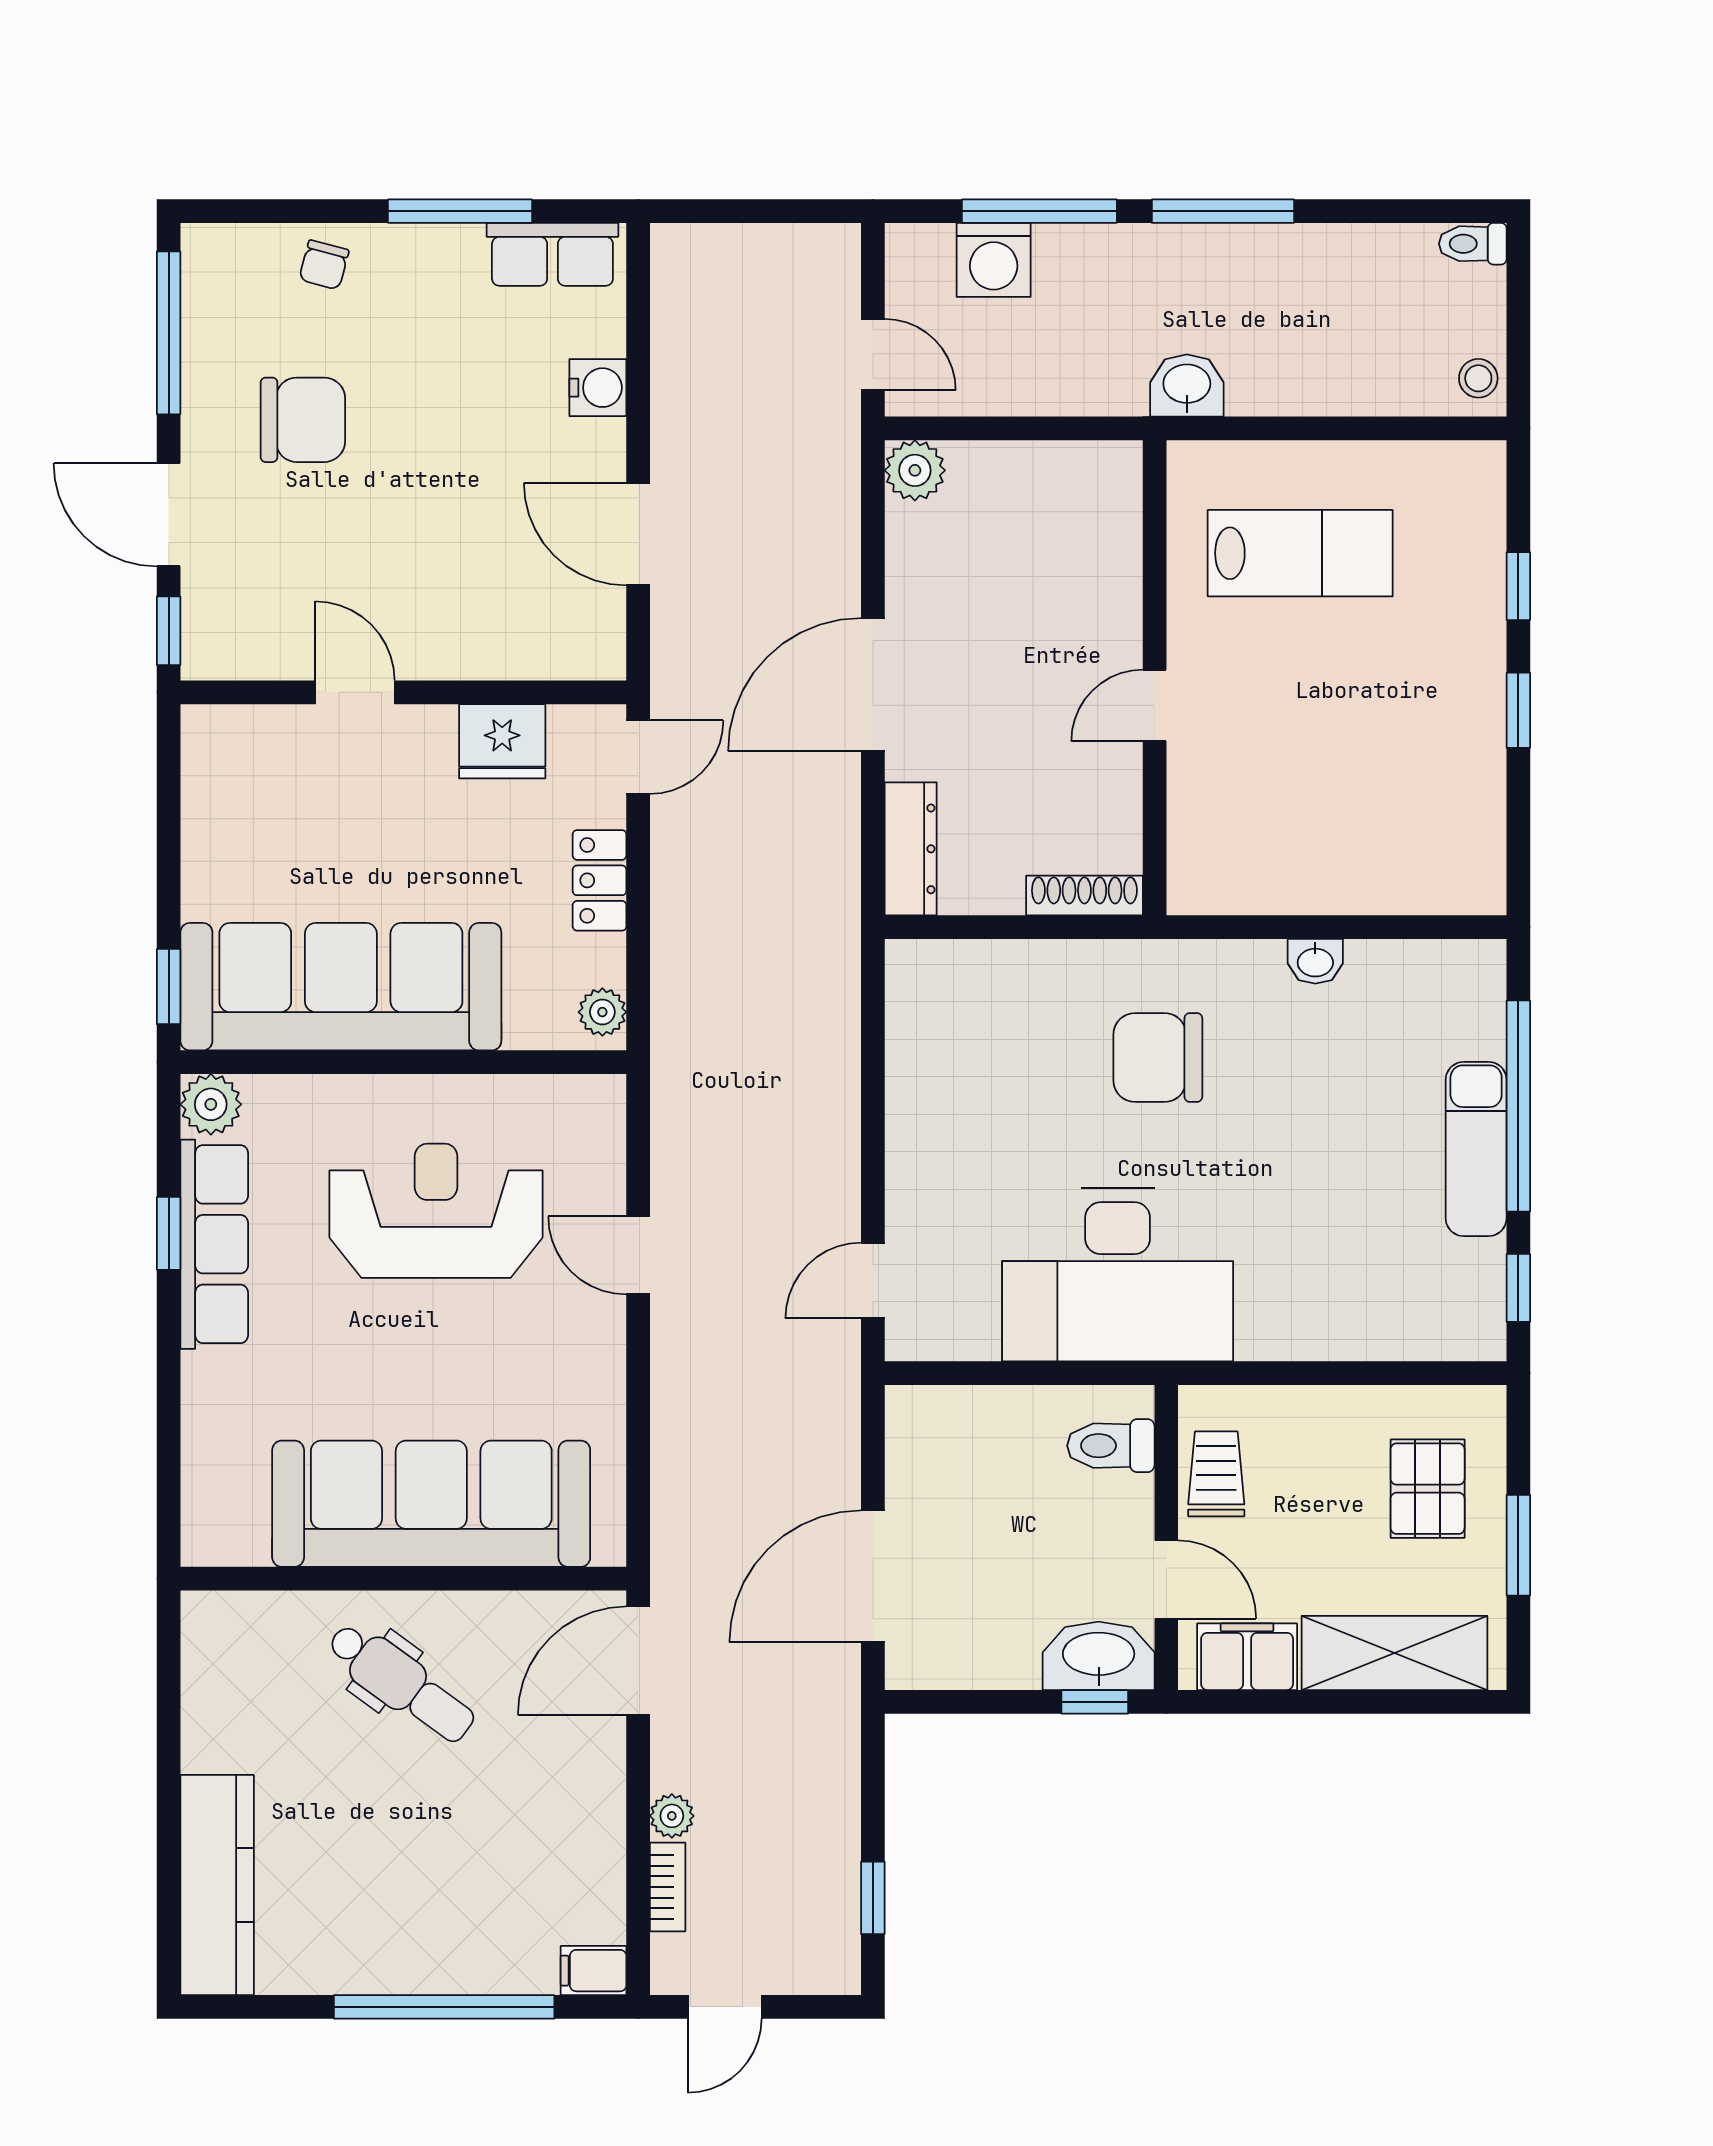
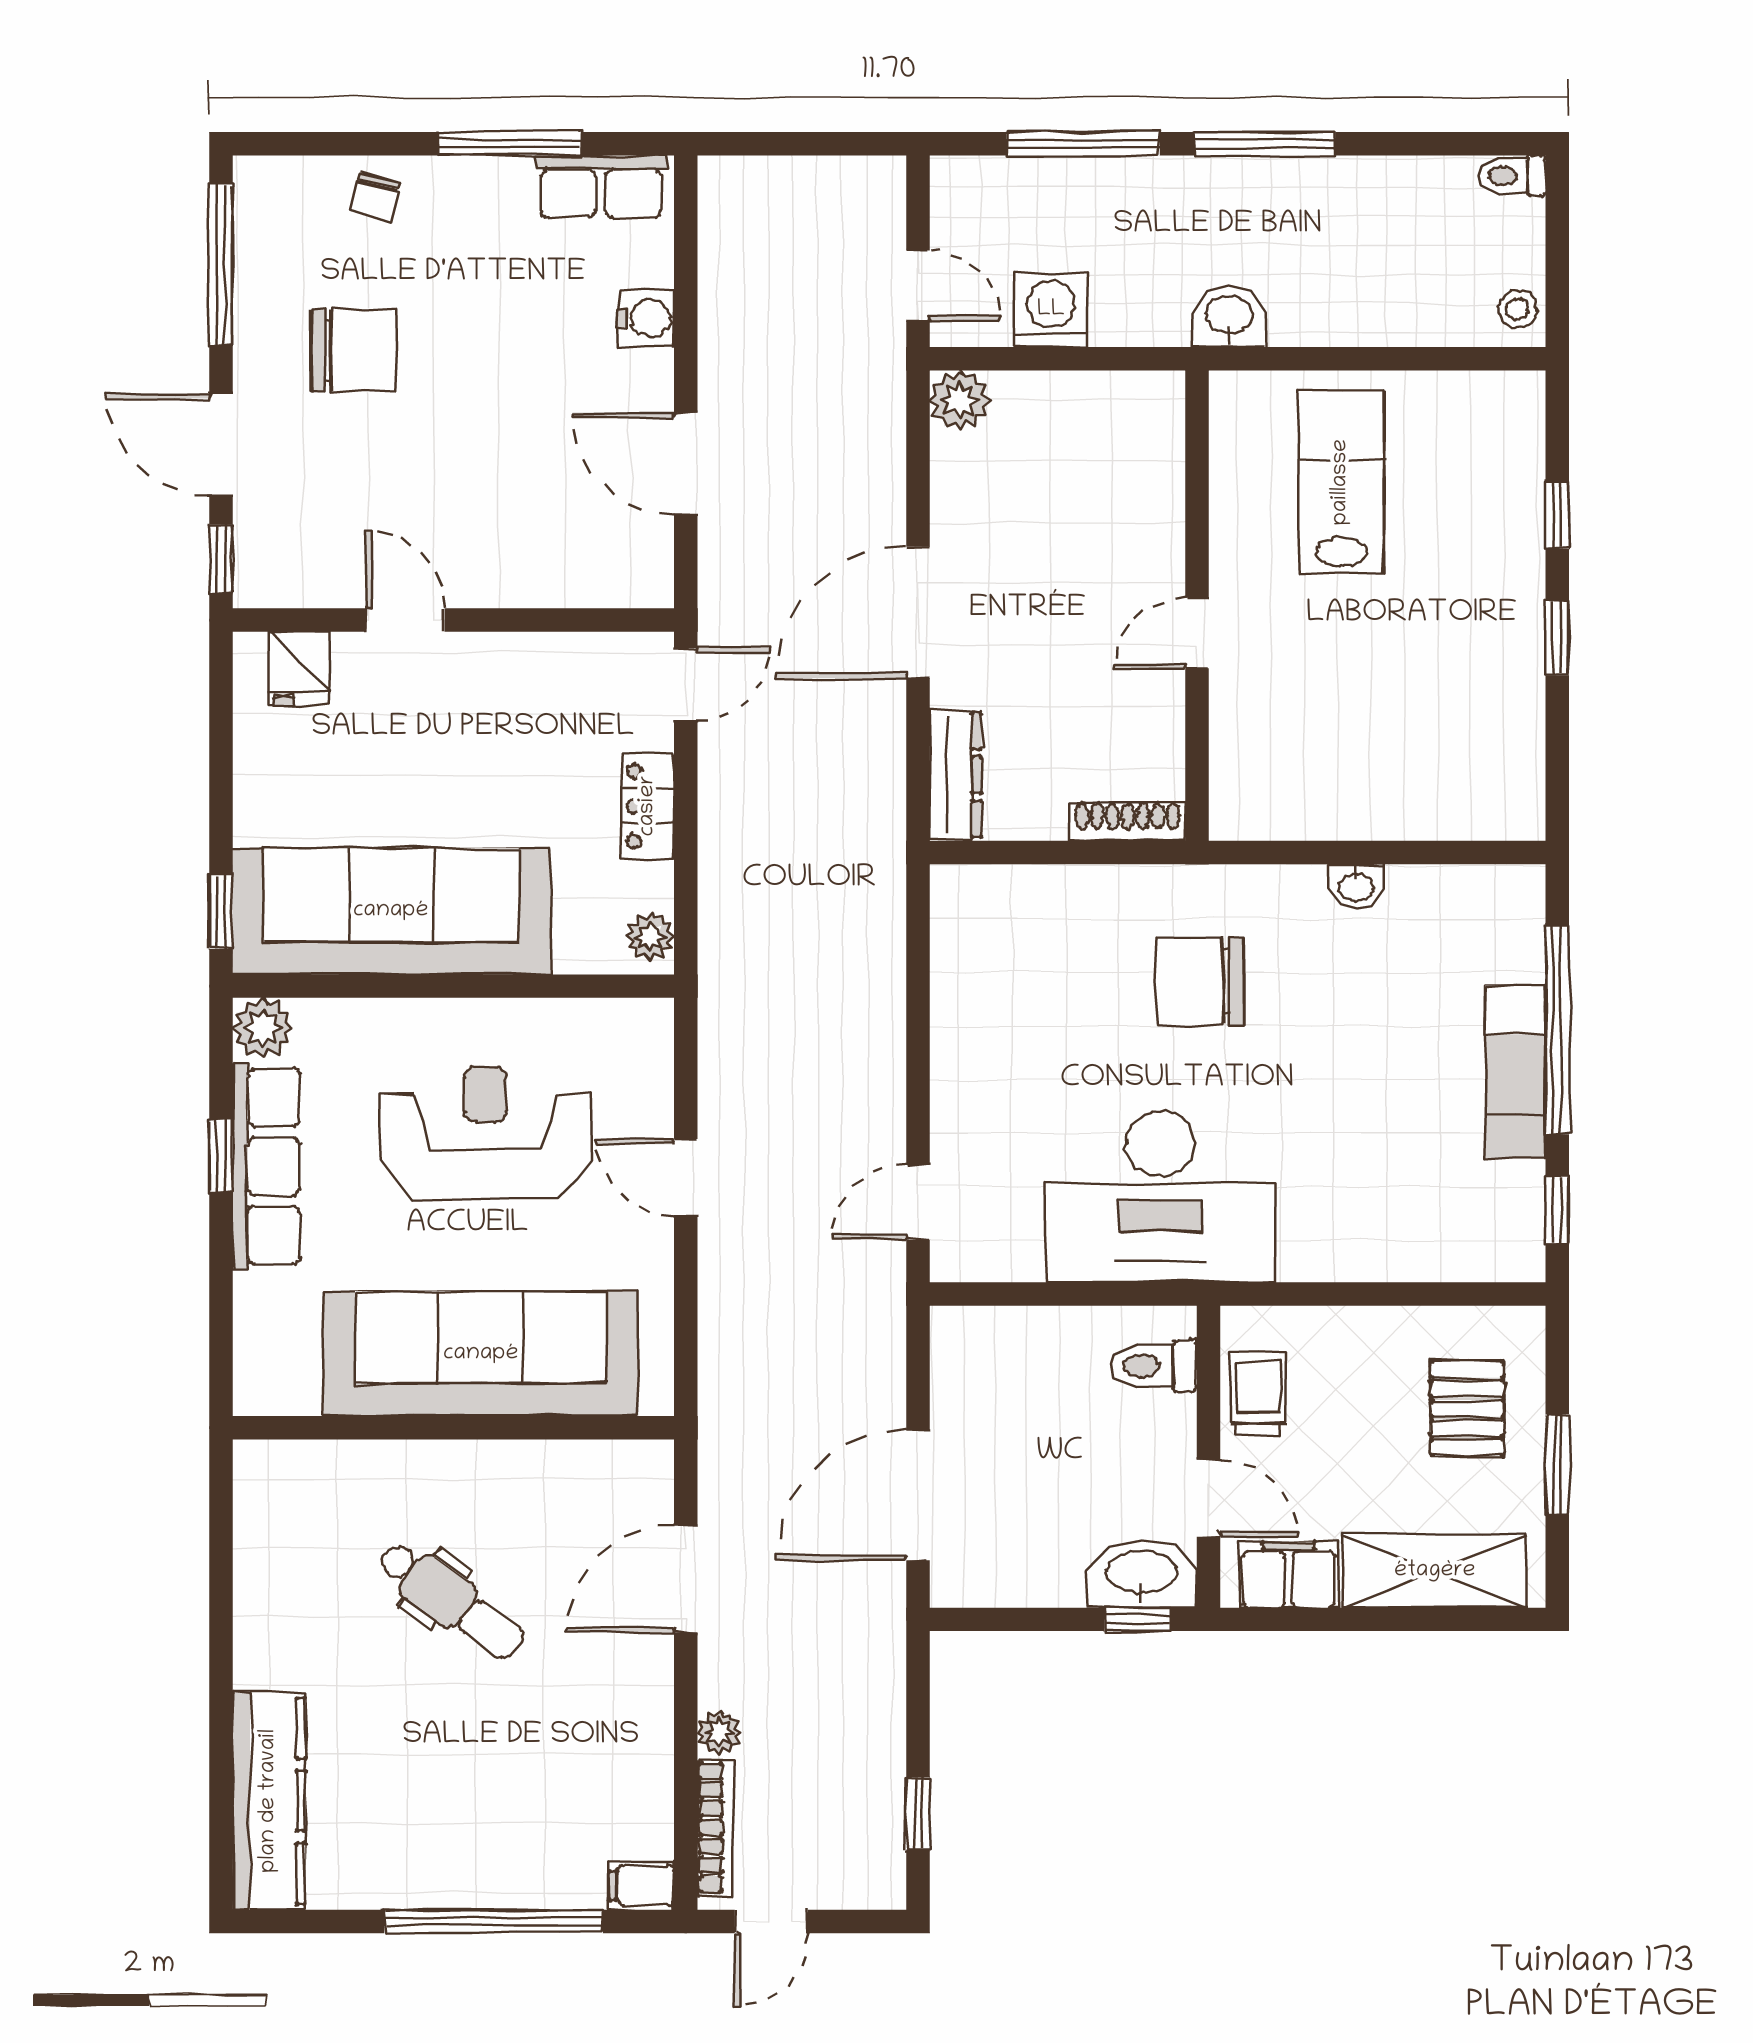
washing machine: (994, 260) -> (1051, 310), moved, turned 180
lab bench: (1300, 553) -> (1341, 482), turned -90
fridge: (502, 741) -> (299, 669), moved, width x0.72
sofa: (431, 1504) -> (481, 1354), moved
wall: (403, 1579) -> (453, 1428), moved
bookcase: (668, 1887) -> (715, 1827), width x1.56

